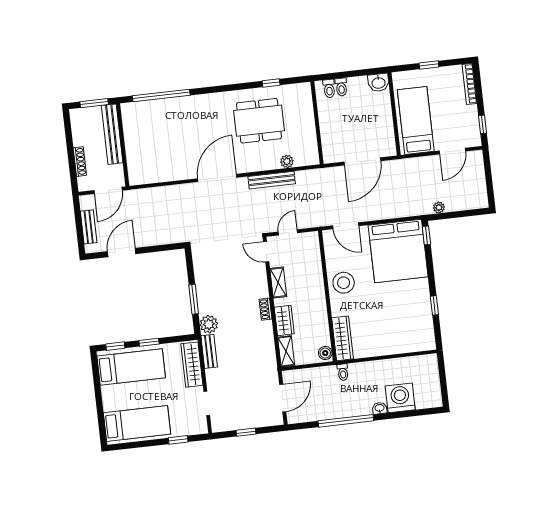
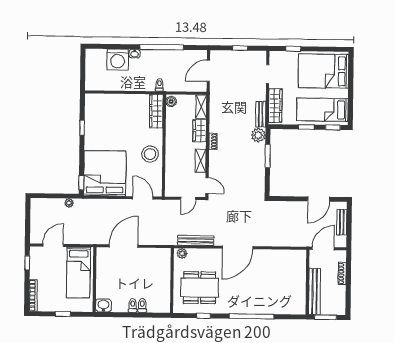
window: (271, 83) -> (204, 316), moved
window: (161, 95) -> (251, 316), moved
wall: (317, 123) -> (172, 281), moved
bed: (137, 423) -> (323, 71), width x1.50

